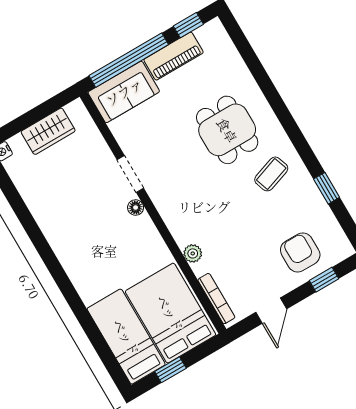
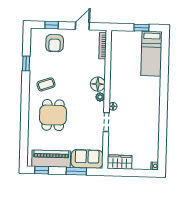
piano: (174, 56) -> (51, 159), width x1.37, depth x1.33
window: (129, 60) -> (76, 171), width x0.47
wardrobe: (48, 131) -> (120, 162), moved
floor lamp: (184, 229) -> (98, 84), added
plant: (193, 253) -> (100, 97), moved
bed: (170, 313) -> (126, 52), removed

